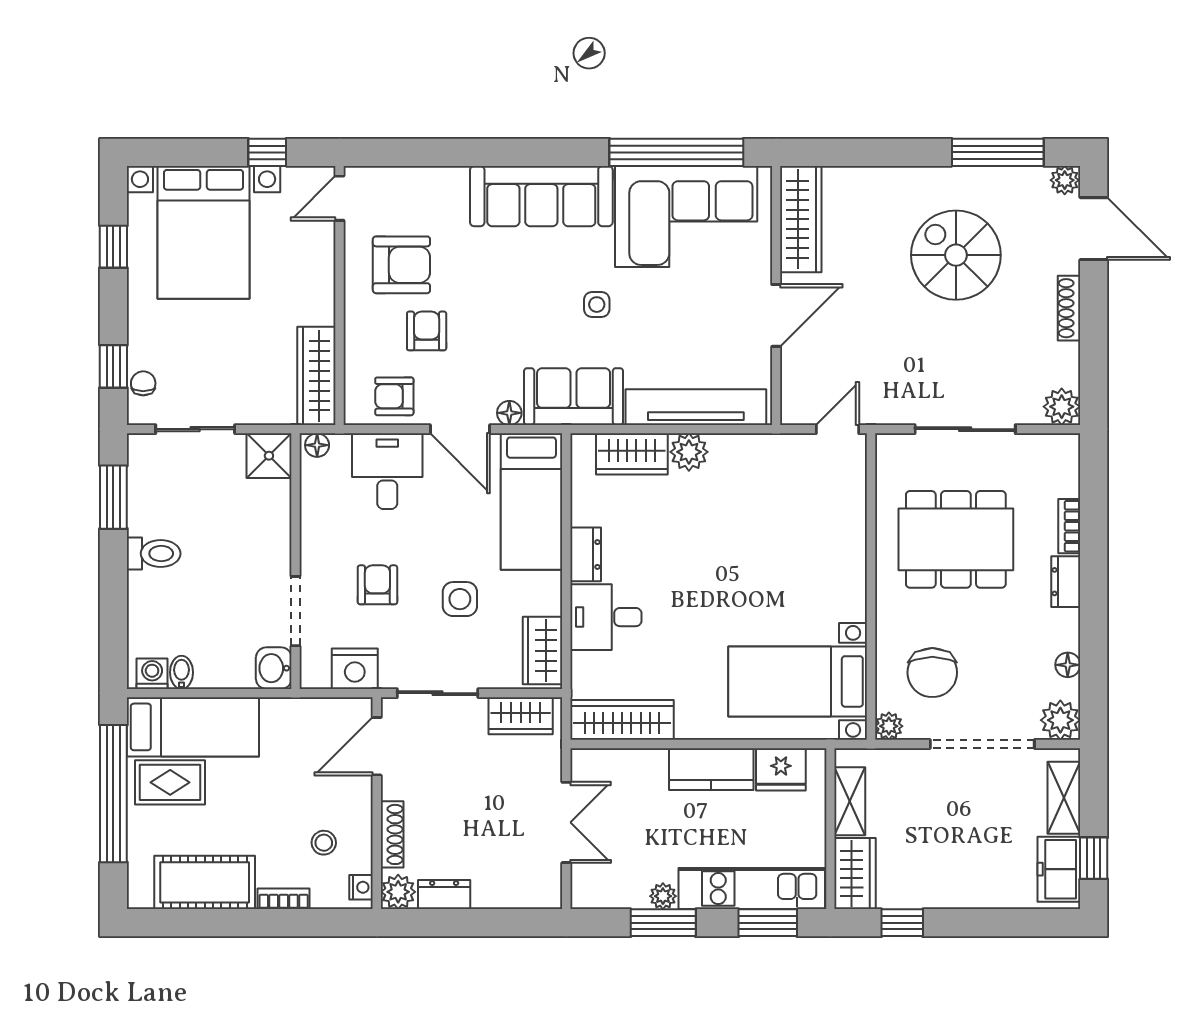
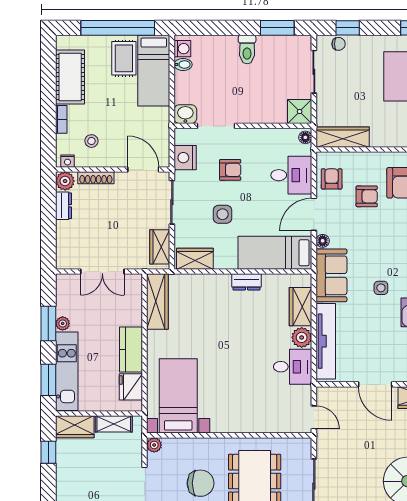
desk: (606, 617) -> (293, 367), moved, turned 90
chair: (932, 673) -> (201, 483), moved, turned 180

